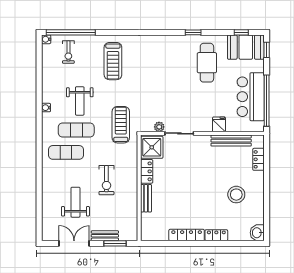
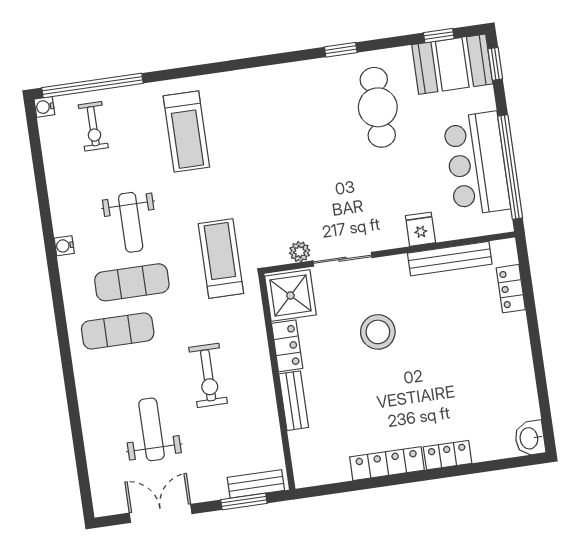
stool: (236, 195) -> (378, 332), moved
bench: (105, 236) -> (256, 484), moved

